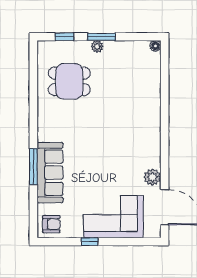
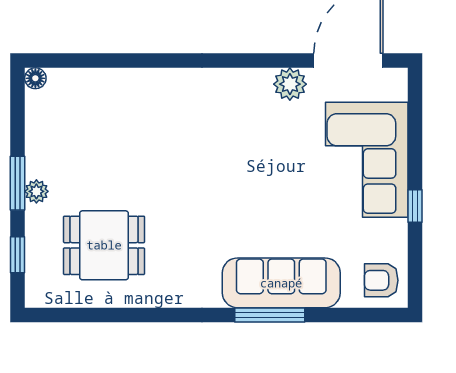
dining table: (69, 81) -> (104, 245), turned 90
armchair: (51, 224) -> (381, 280), turned -90

